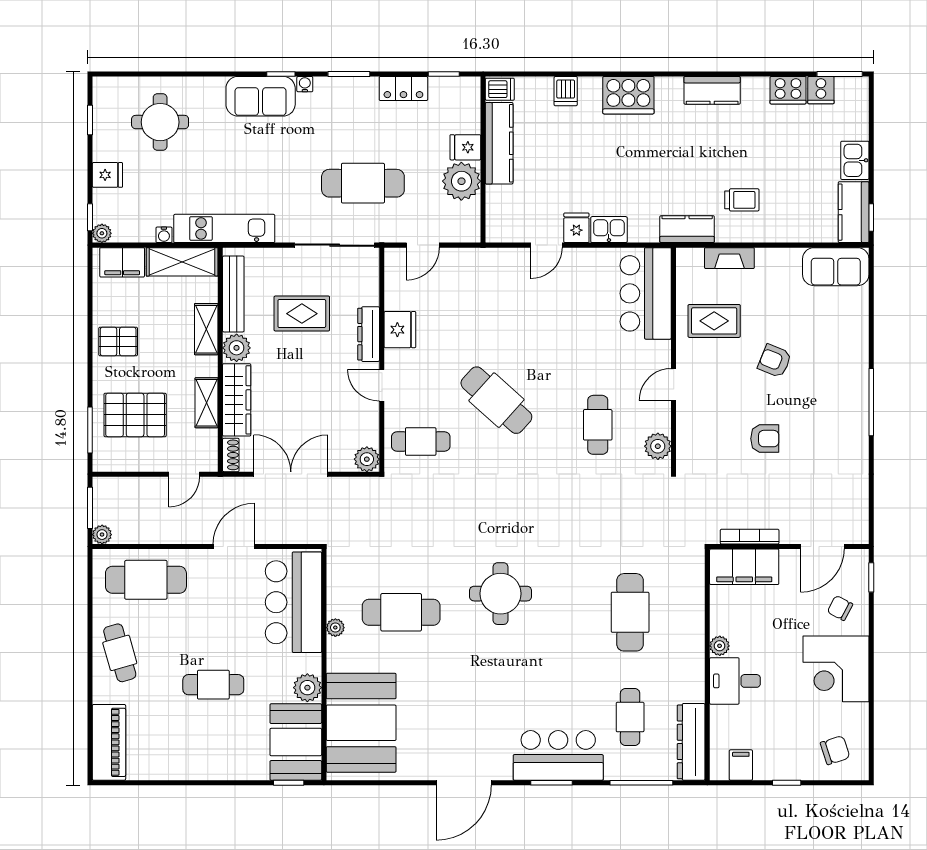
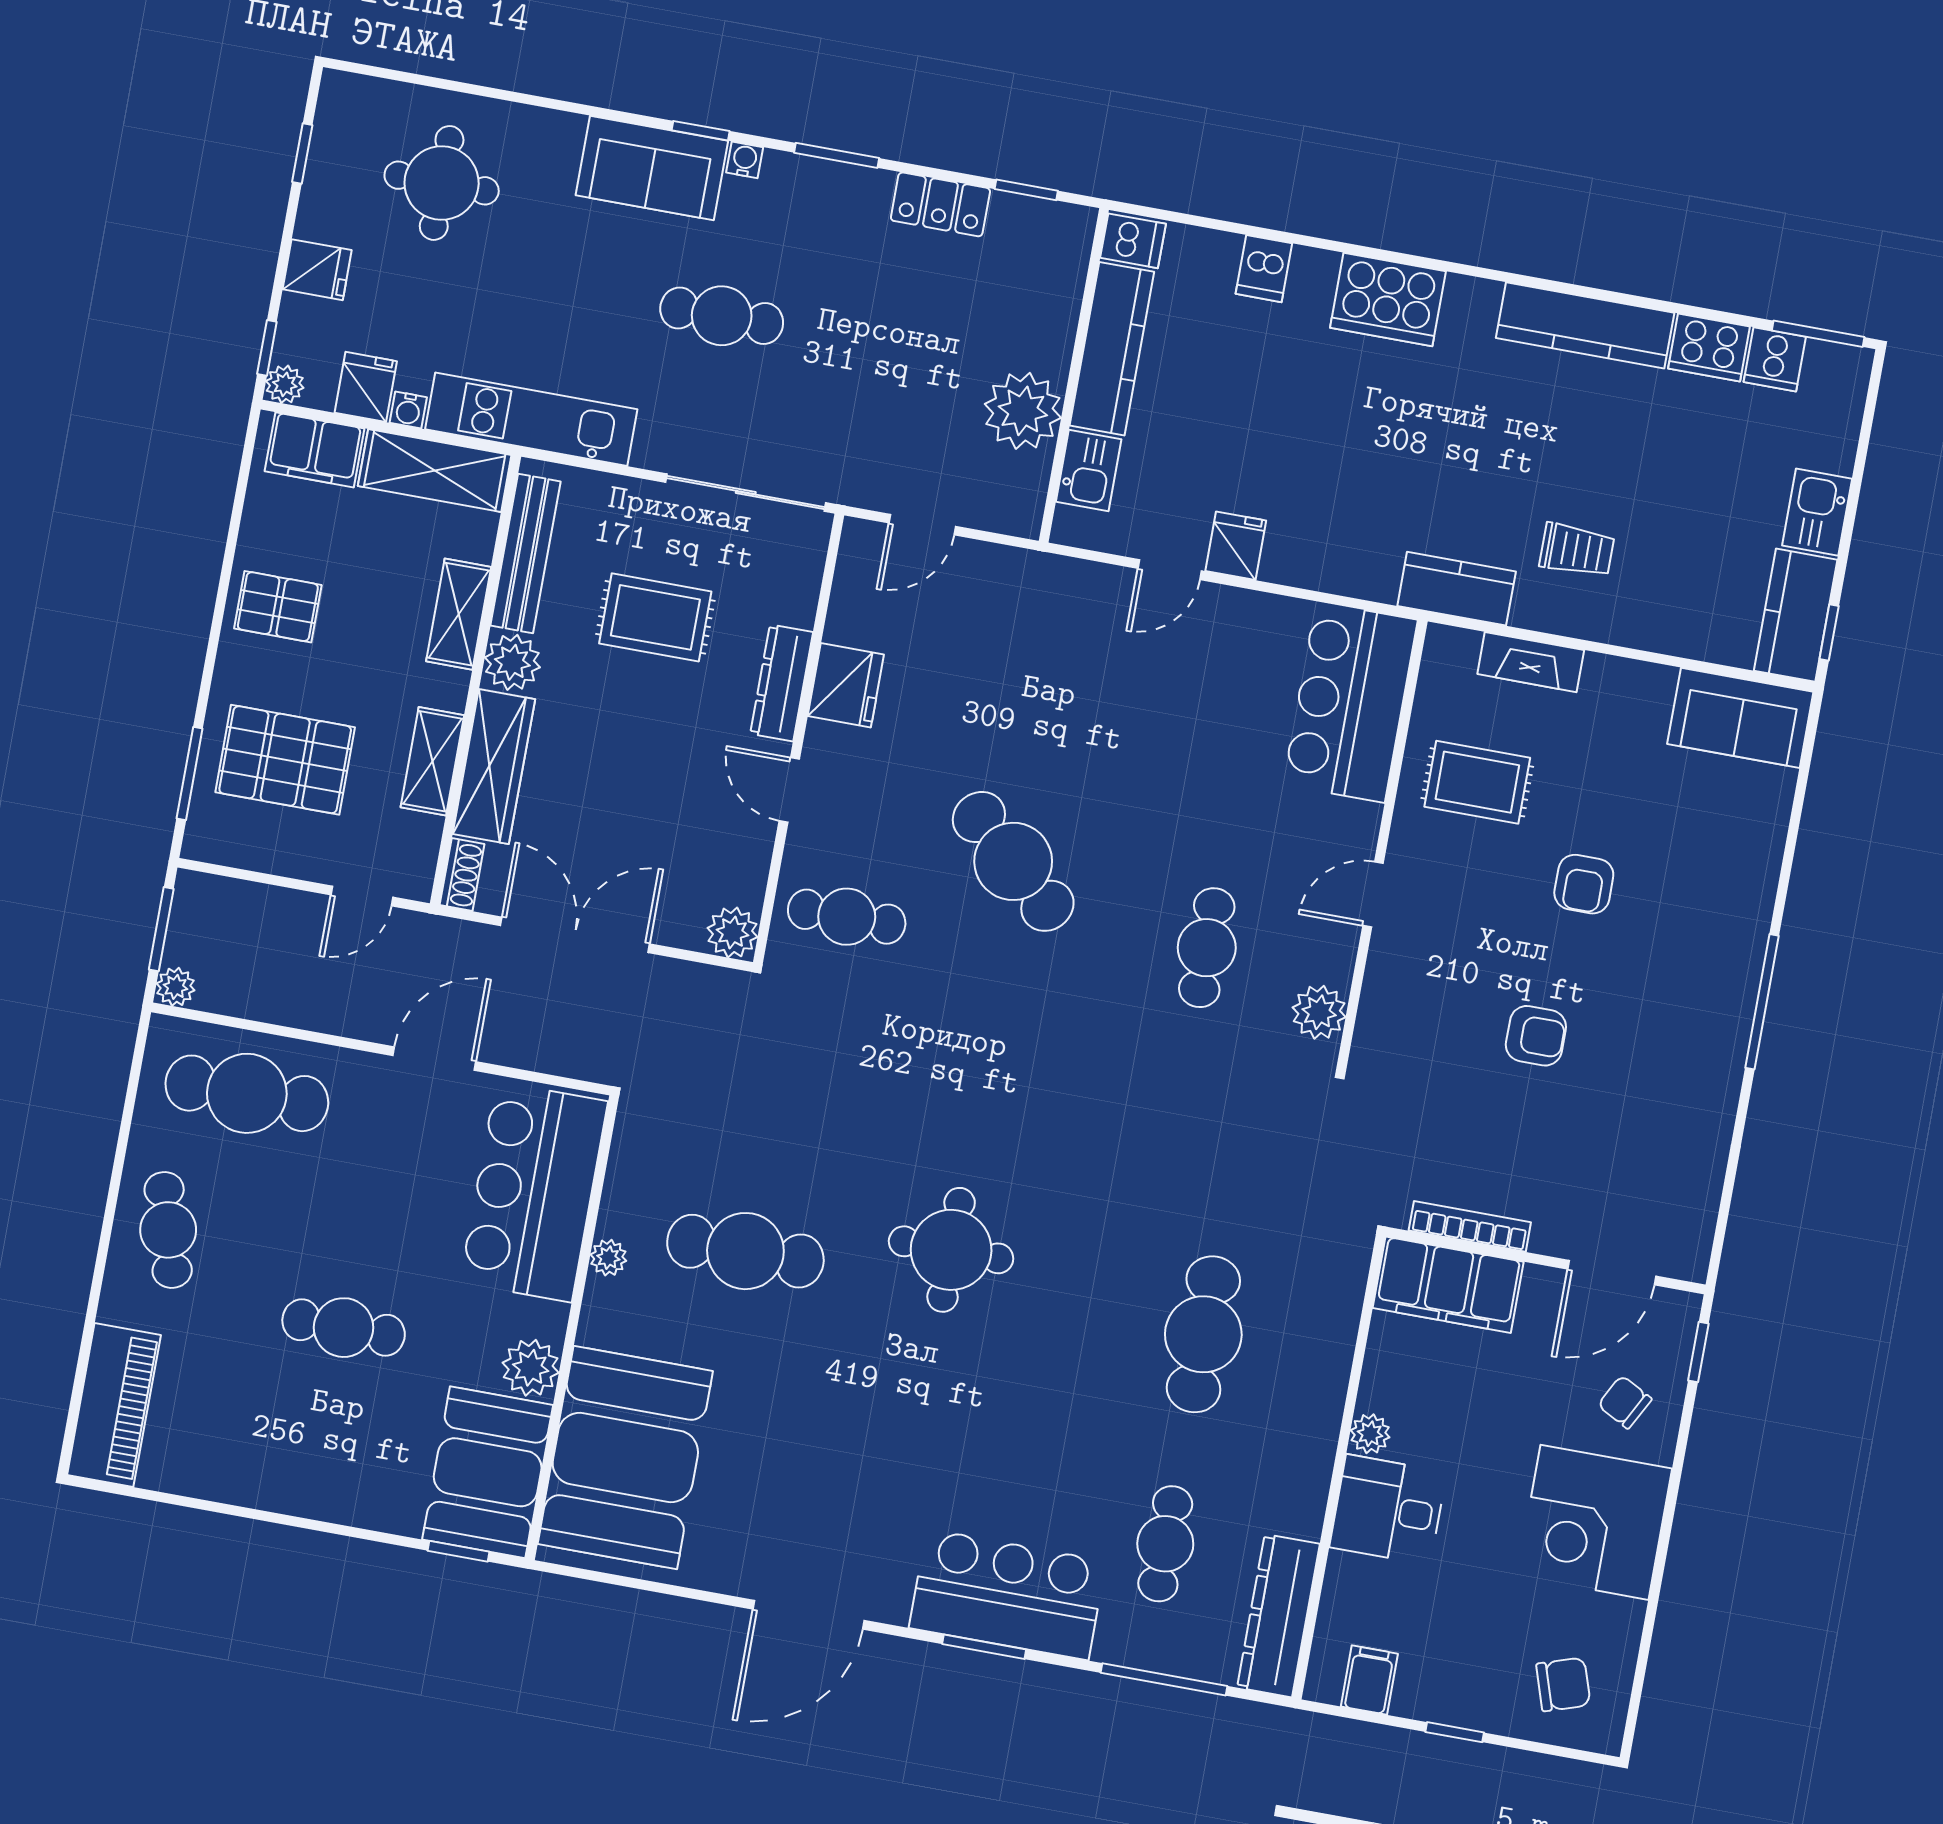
kitchen counter: (712, 90) -> (1585, 325), width x1.50
fridge: (465, 147) -> (366, 387), moved, turned 90
cafe table: (363, 183) -> (722, 316), moved, width x0.73, depth x0.74
kitchen sink: (609, 230) -> (1089, 470), moved, turned 90
armchair: (775, 361) -> (1584, 884), turned -112

